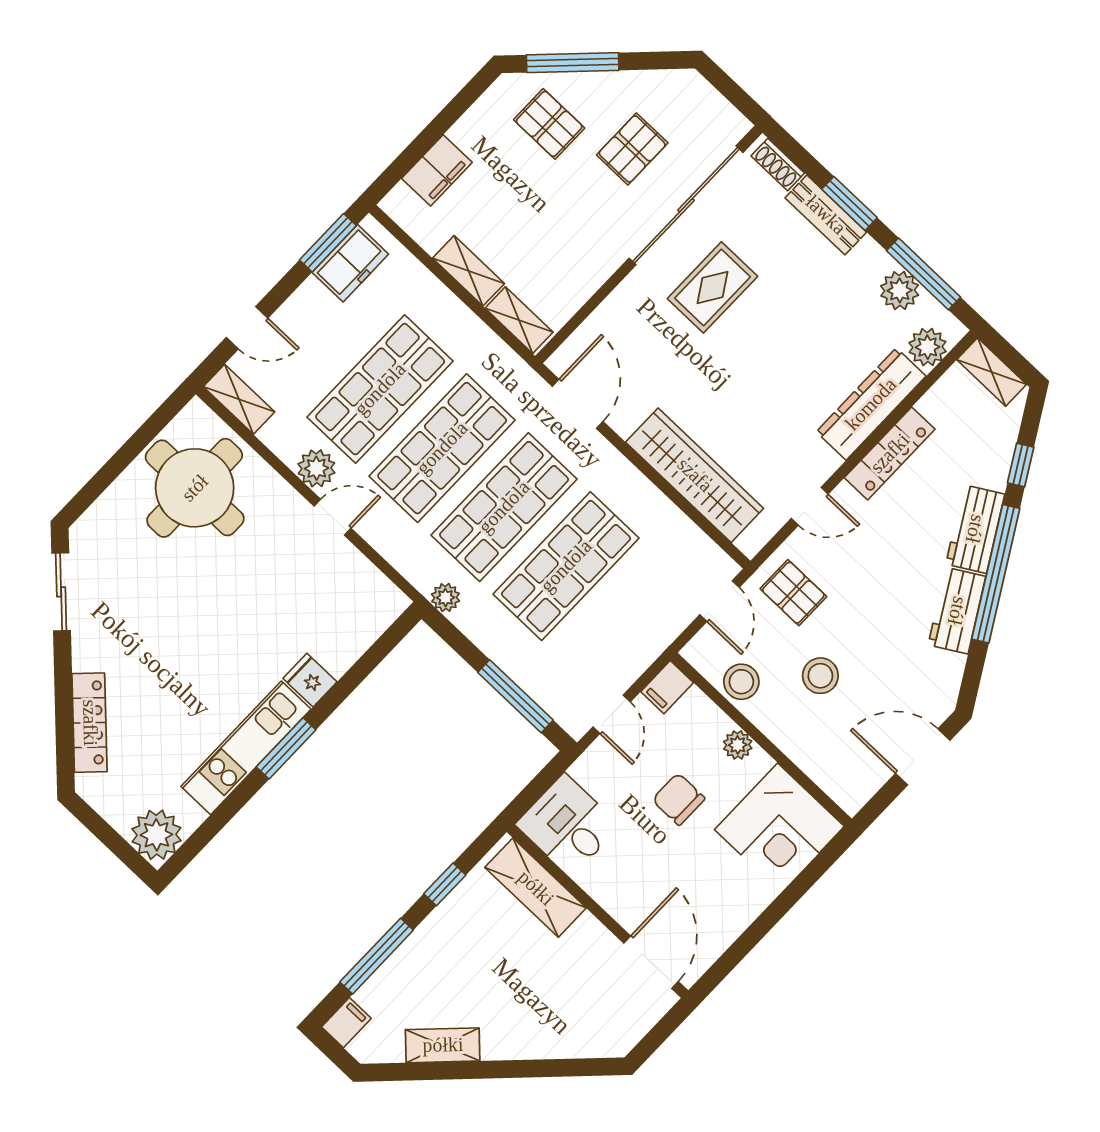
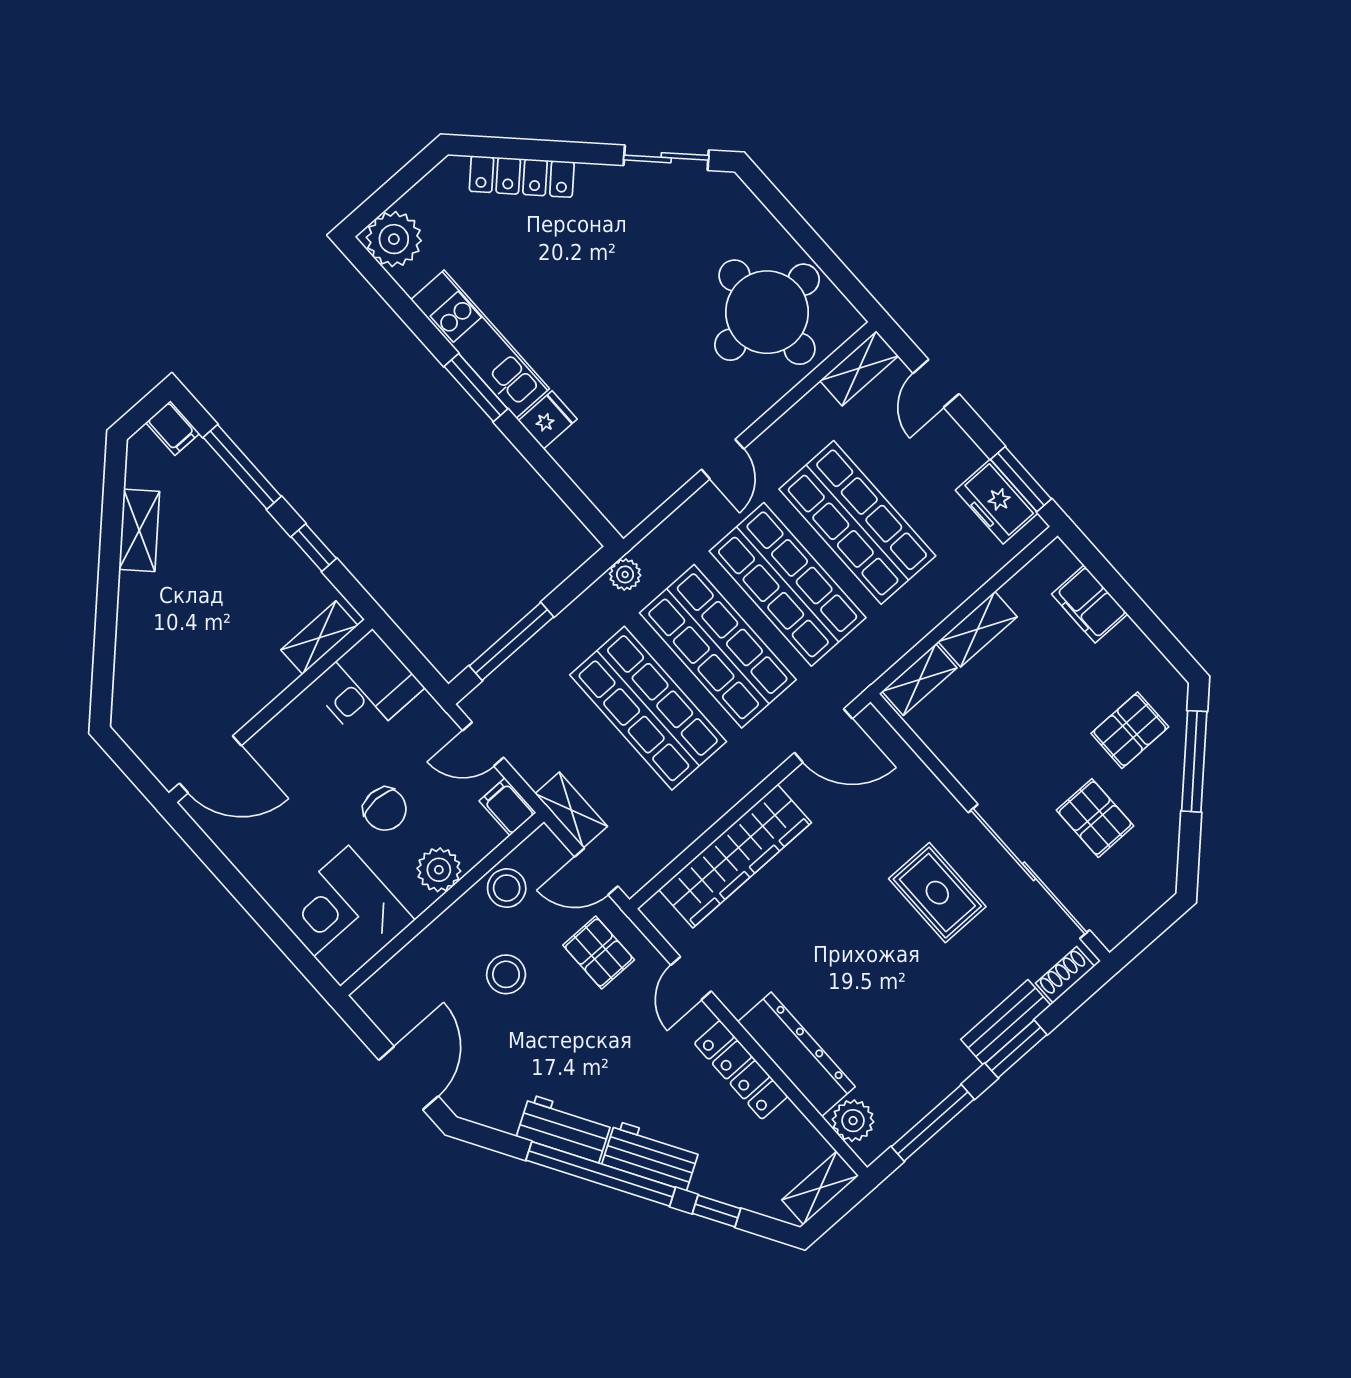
plant: (900, 290) -> (917, 1095), removed
plant: (316, 468) -> (777, 446), removed
pallet: (793, 593) -> (599, 953), turned 90
shelving: (665, 629) -> (571, 810), added
plant: (738, 745) -> (439, 870), width x1.38, depth x1.38
chair: (679, 799) -> (385, 809), turned 90
shelving: (536, 888) -> (319, 638), width x0.67, depth x0.75

